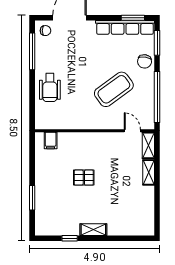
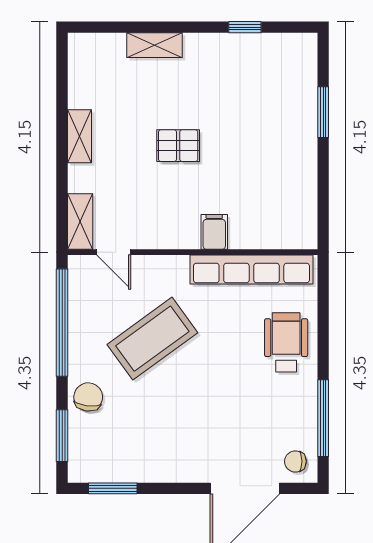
row of seats: (125, 27) -> (251, 270), moved, turned 180
filing cabinet: (51, 140) -> (214, 232), moved
shelving: (149, 172) -> (80, 136), moved
pallet: (84, 178) -> (178, 146), moved
shelving: (93, 230) -> (155, 45), moved

